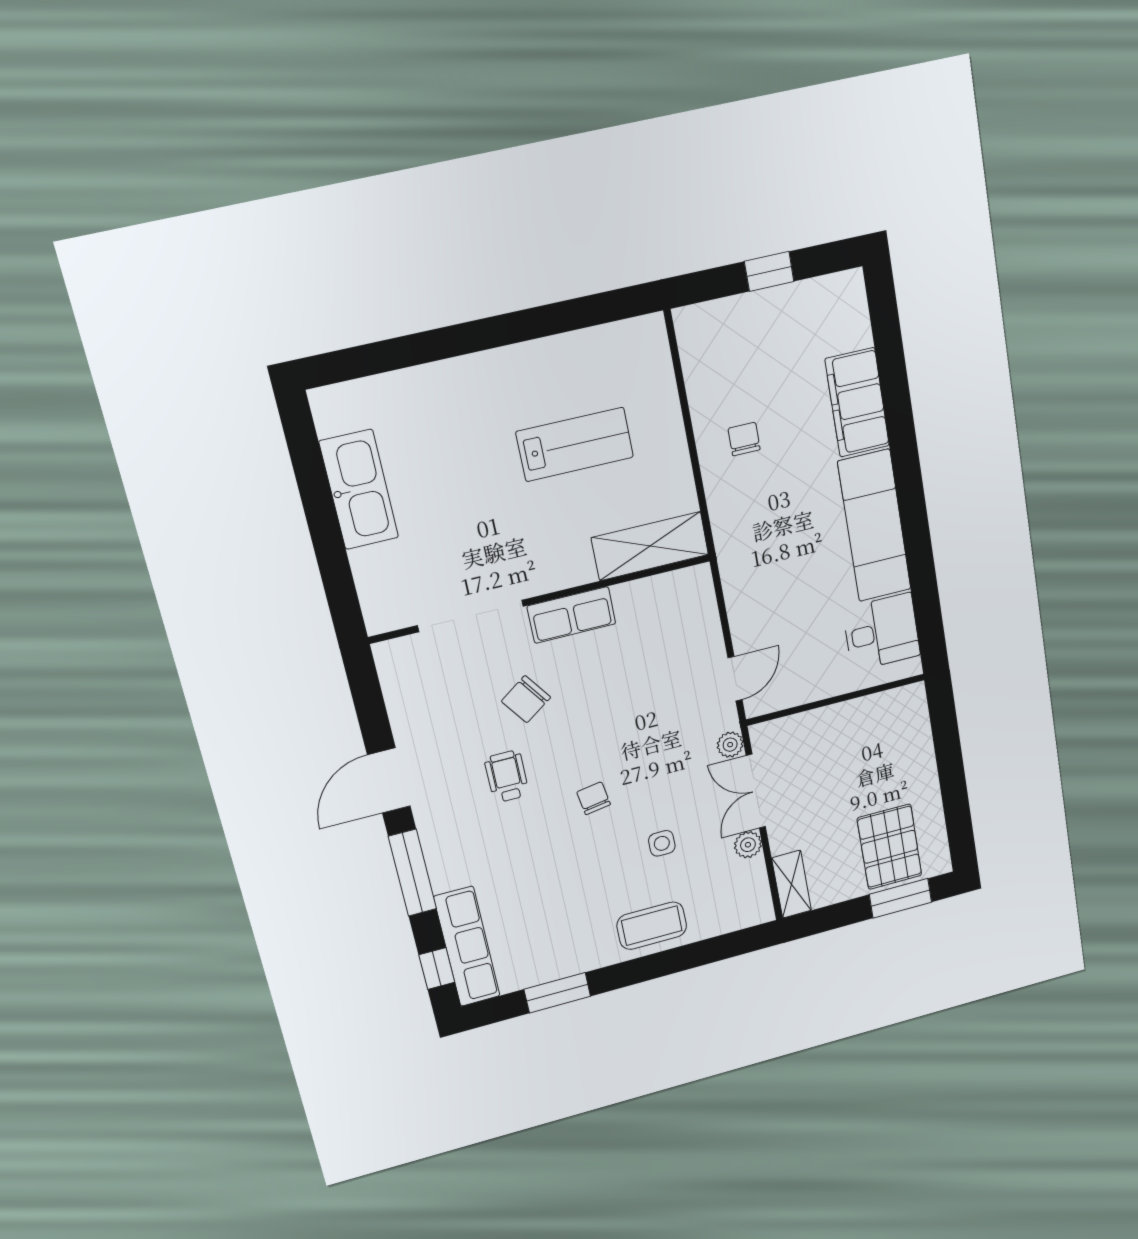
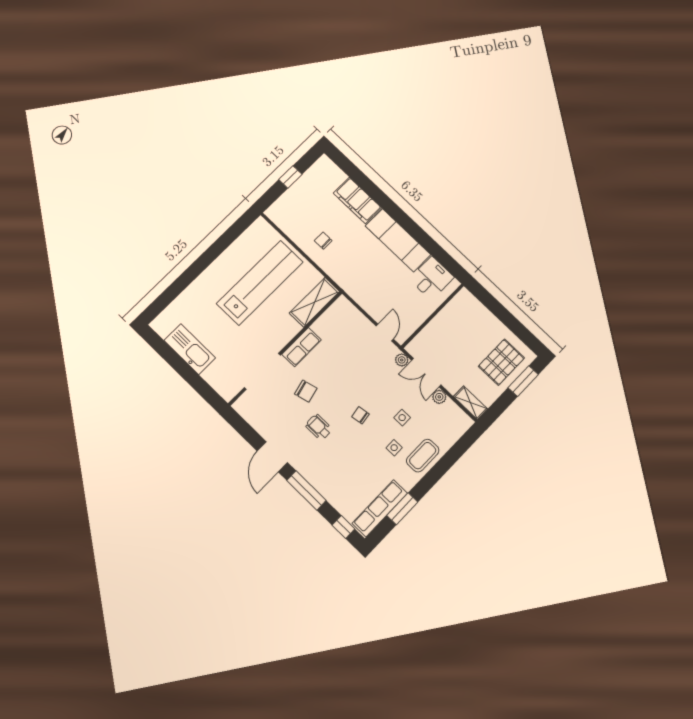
lab bench: (575, 444) -> (260, 283), width x1.86, depth x1.39
chair: (526, 699) -> (306, 391), turned -69
pallet: (890, 847) -> (501, 362), turned 90
side table: (613, 886) -> (394, 448), added
row of seats: (467, 947) -> (380, 508), moved, turned -90

